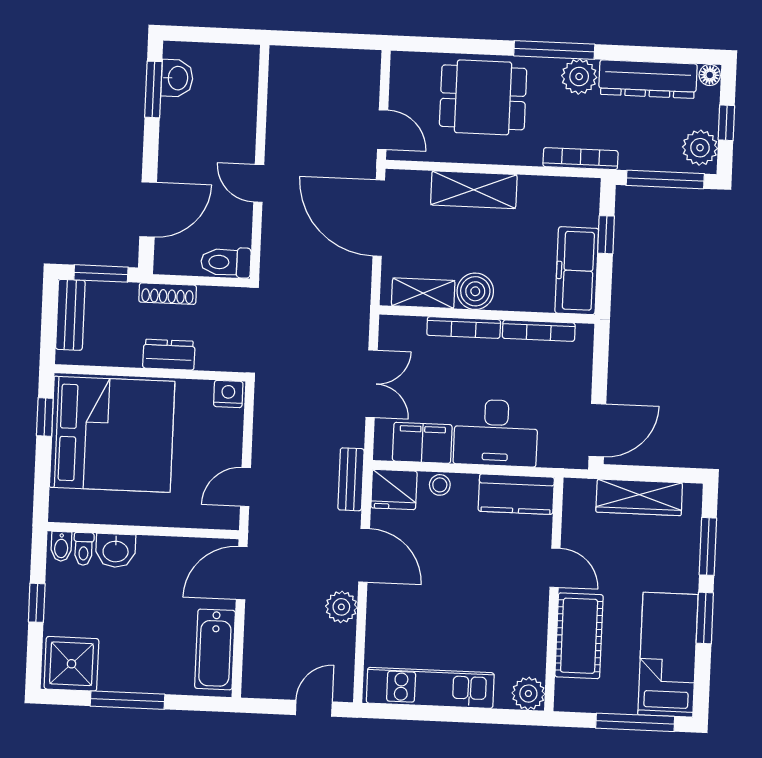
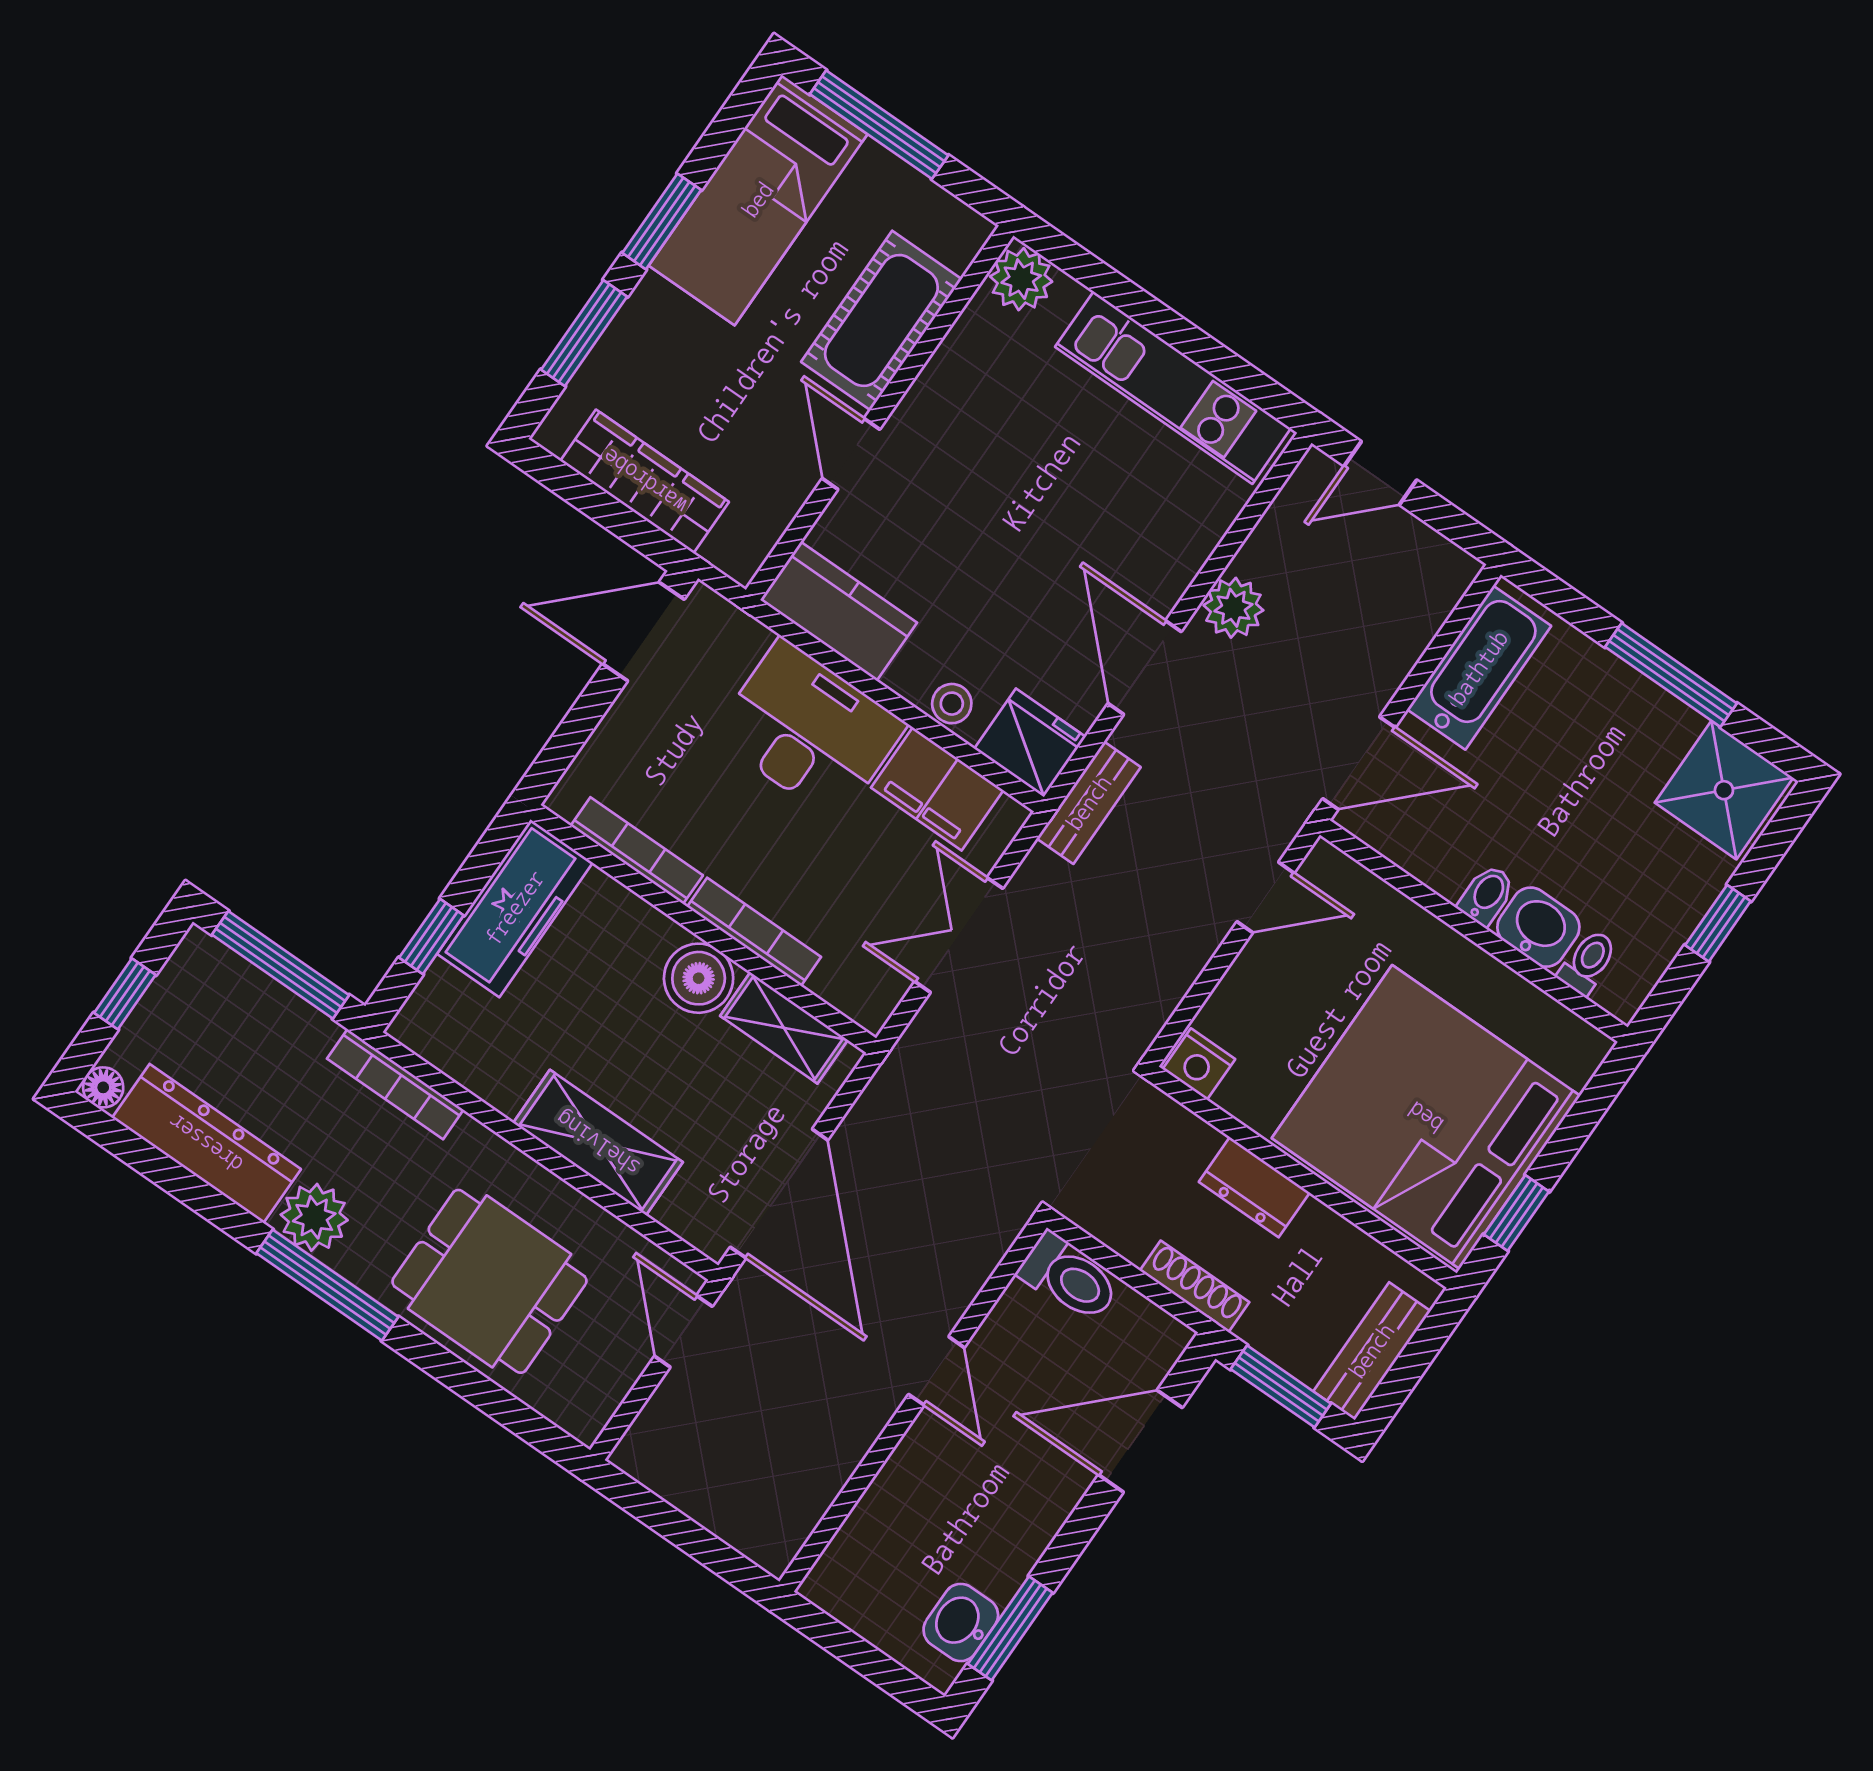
plant: (700, 148) -> (192, 981), removed
bidet: (61, 546) -> (1487, 895), moved

